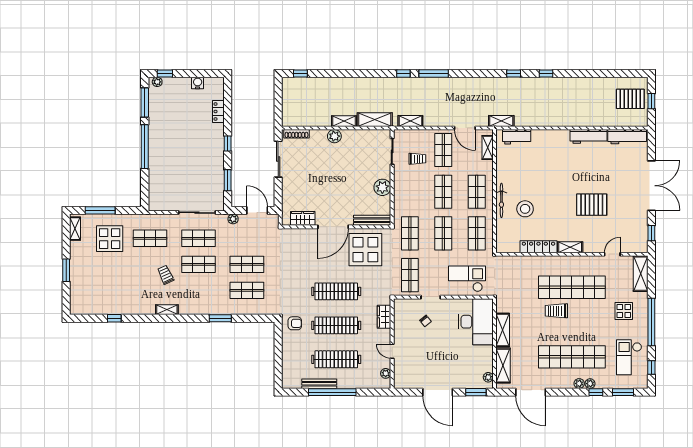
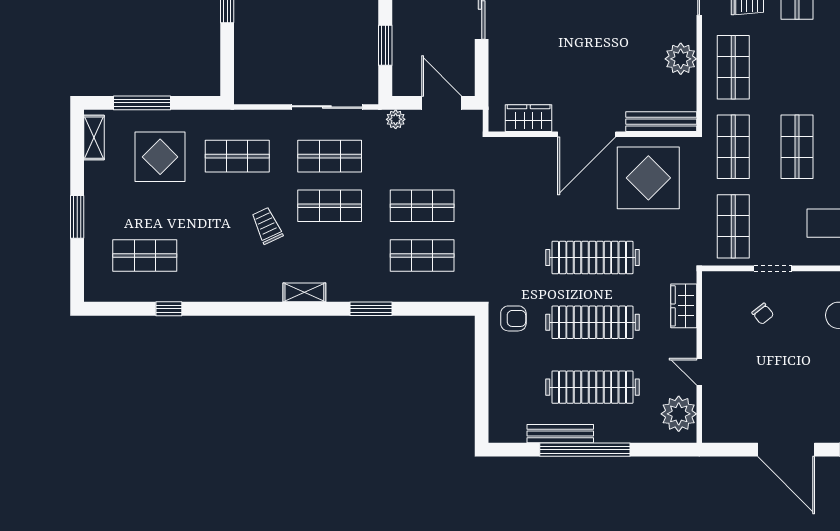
shop shelf: (443, 192) -> (733, 67), moved
shop shelf: (102, 290) -> (145, 256), added
shelving: (167, 310) -> (304, 292), moved
plant: (386, 373) -> (679, 414), width x1.88, depth x1.88

